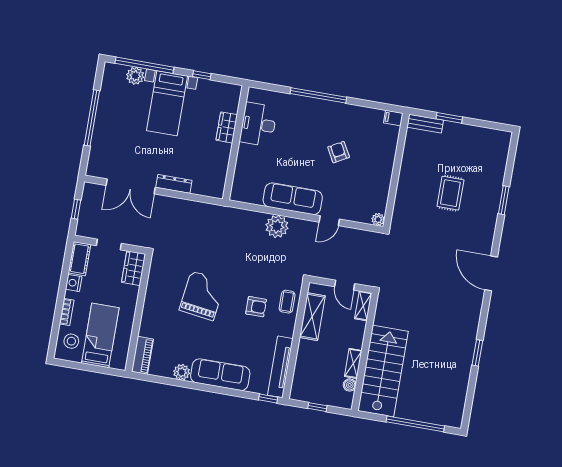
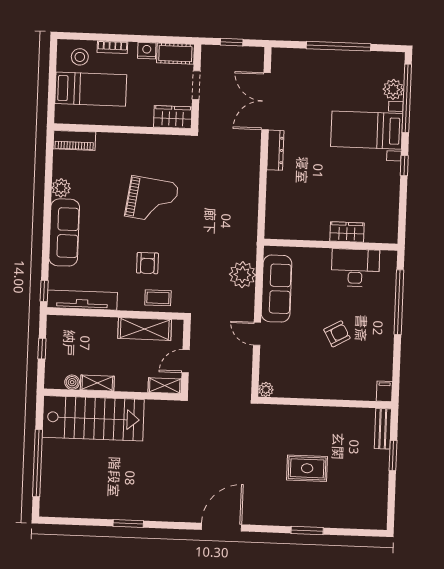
desk: (258, 124) -> (355, 268), moved
wardrobe: (227, 127) -> (347, 232), moved
wall: (236, 143) -> (331, 245), moved

